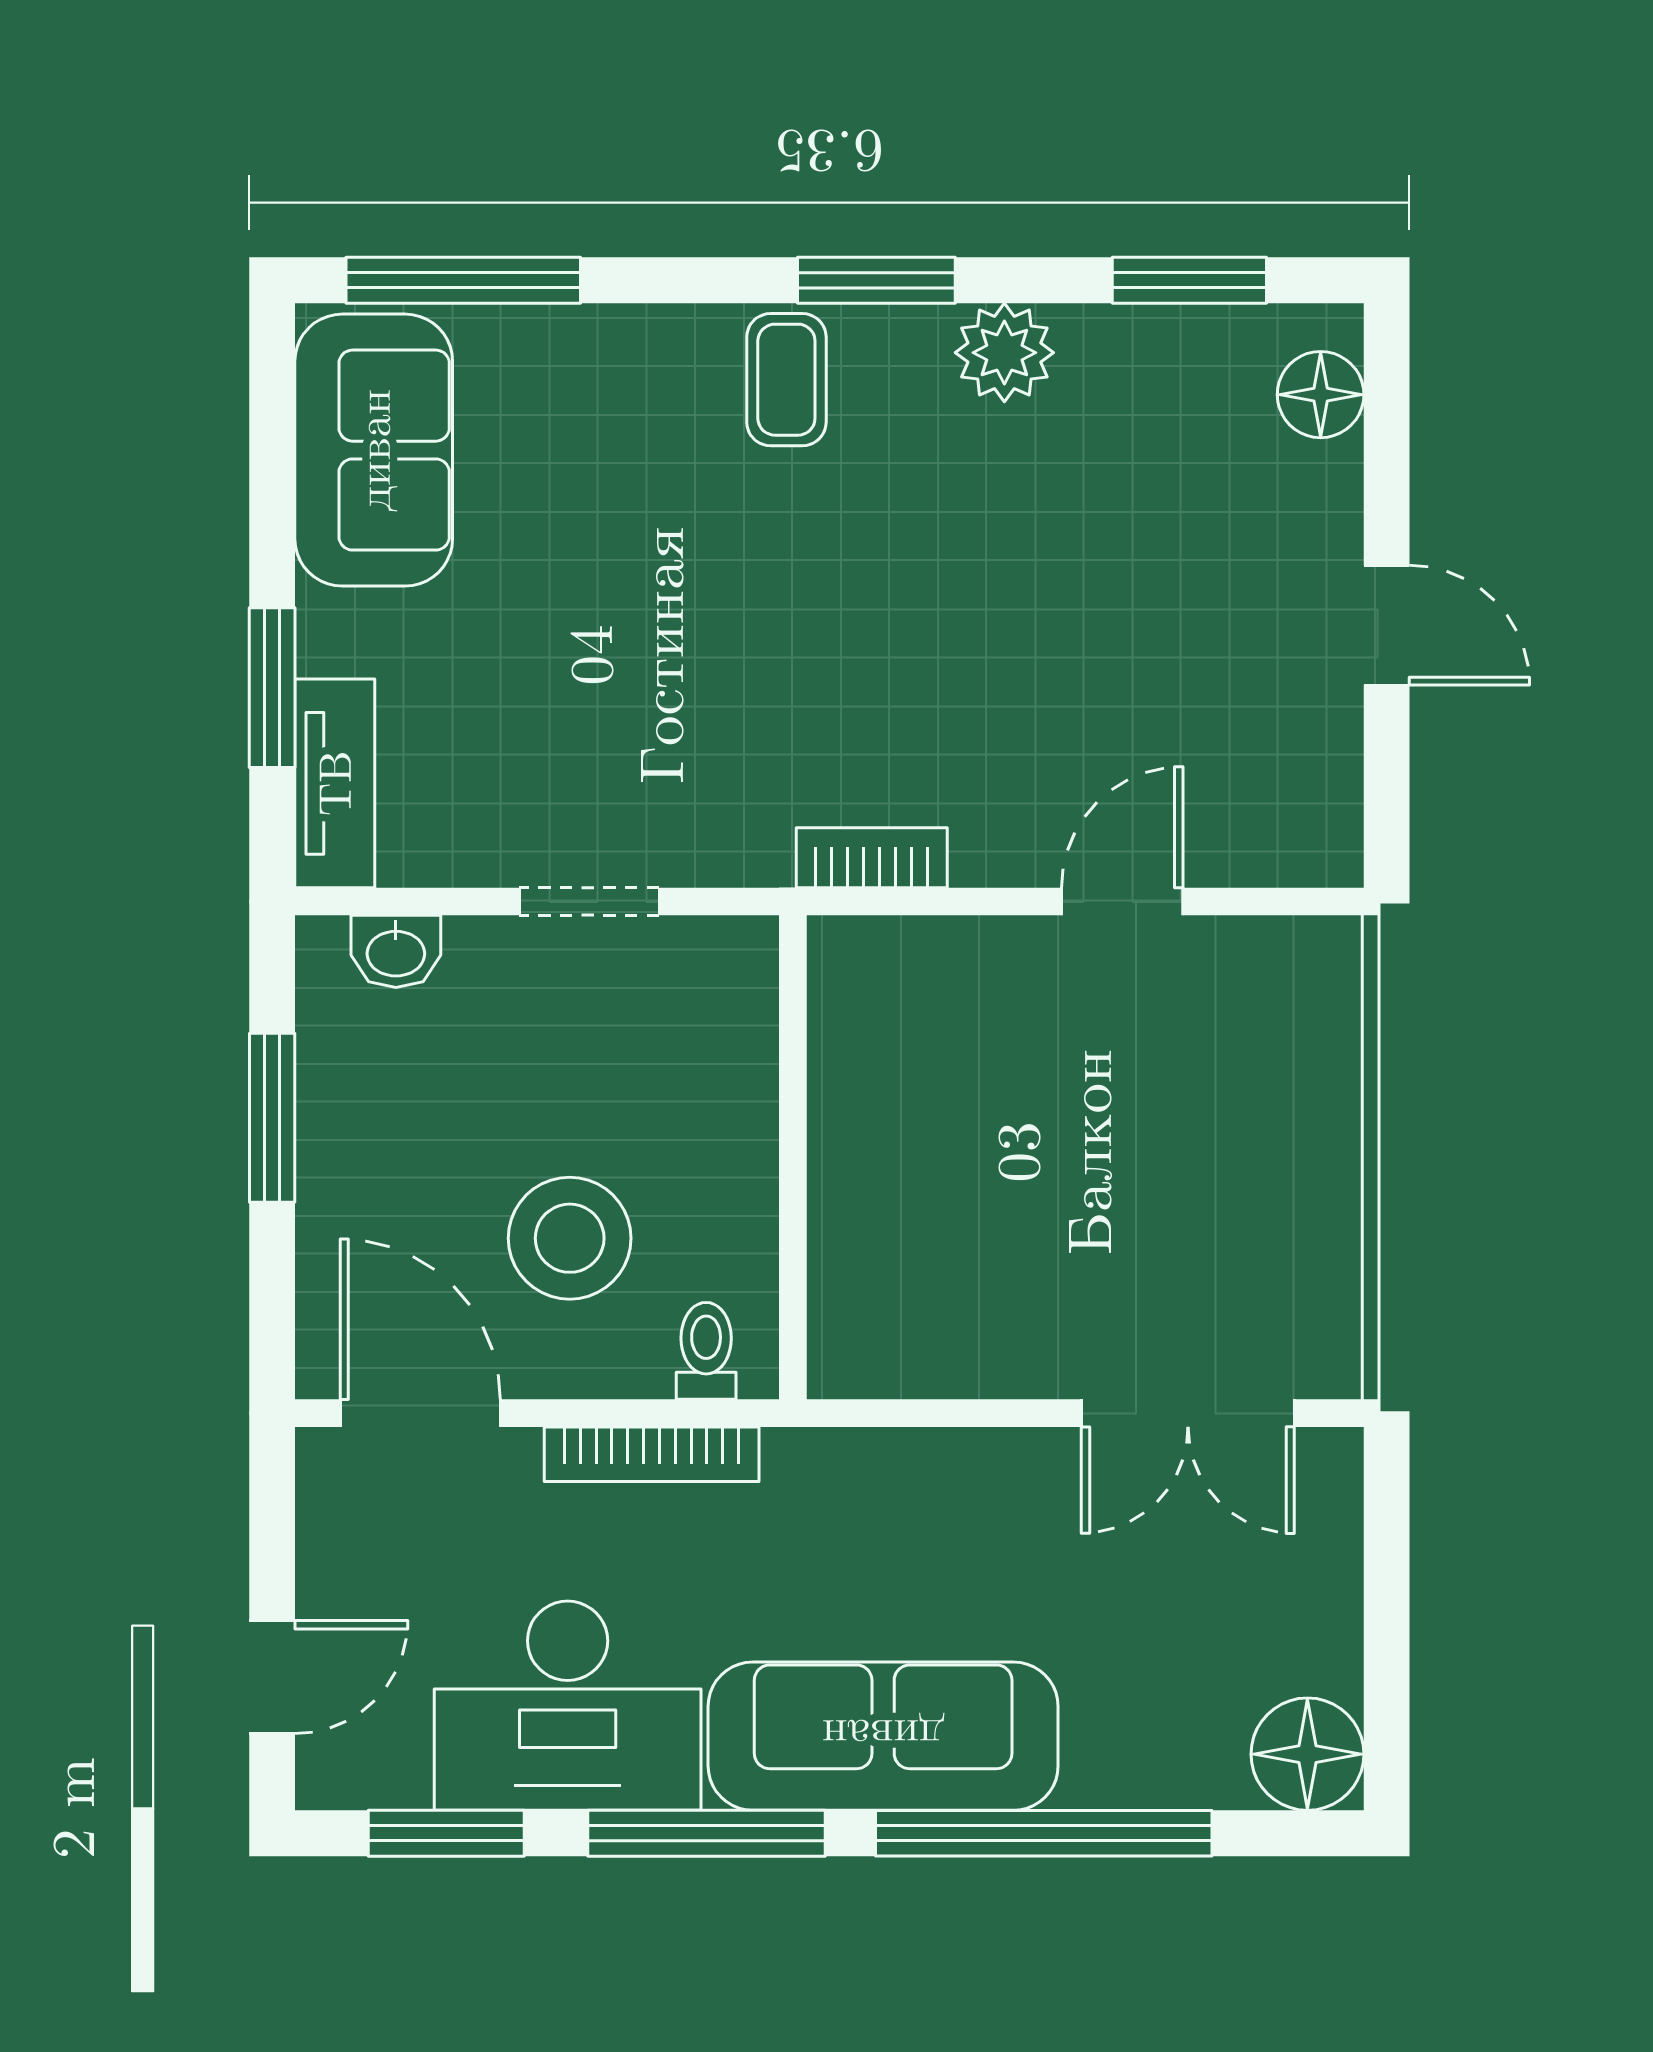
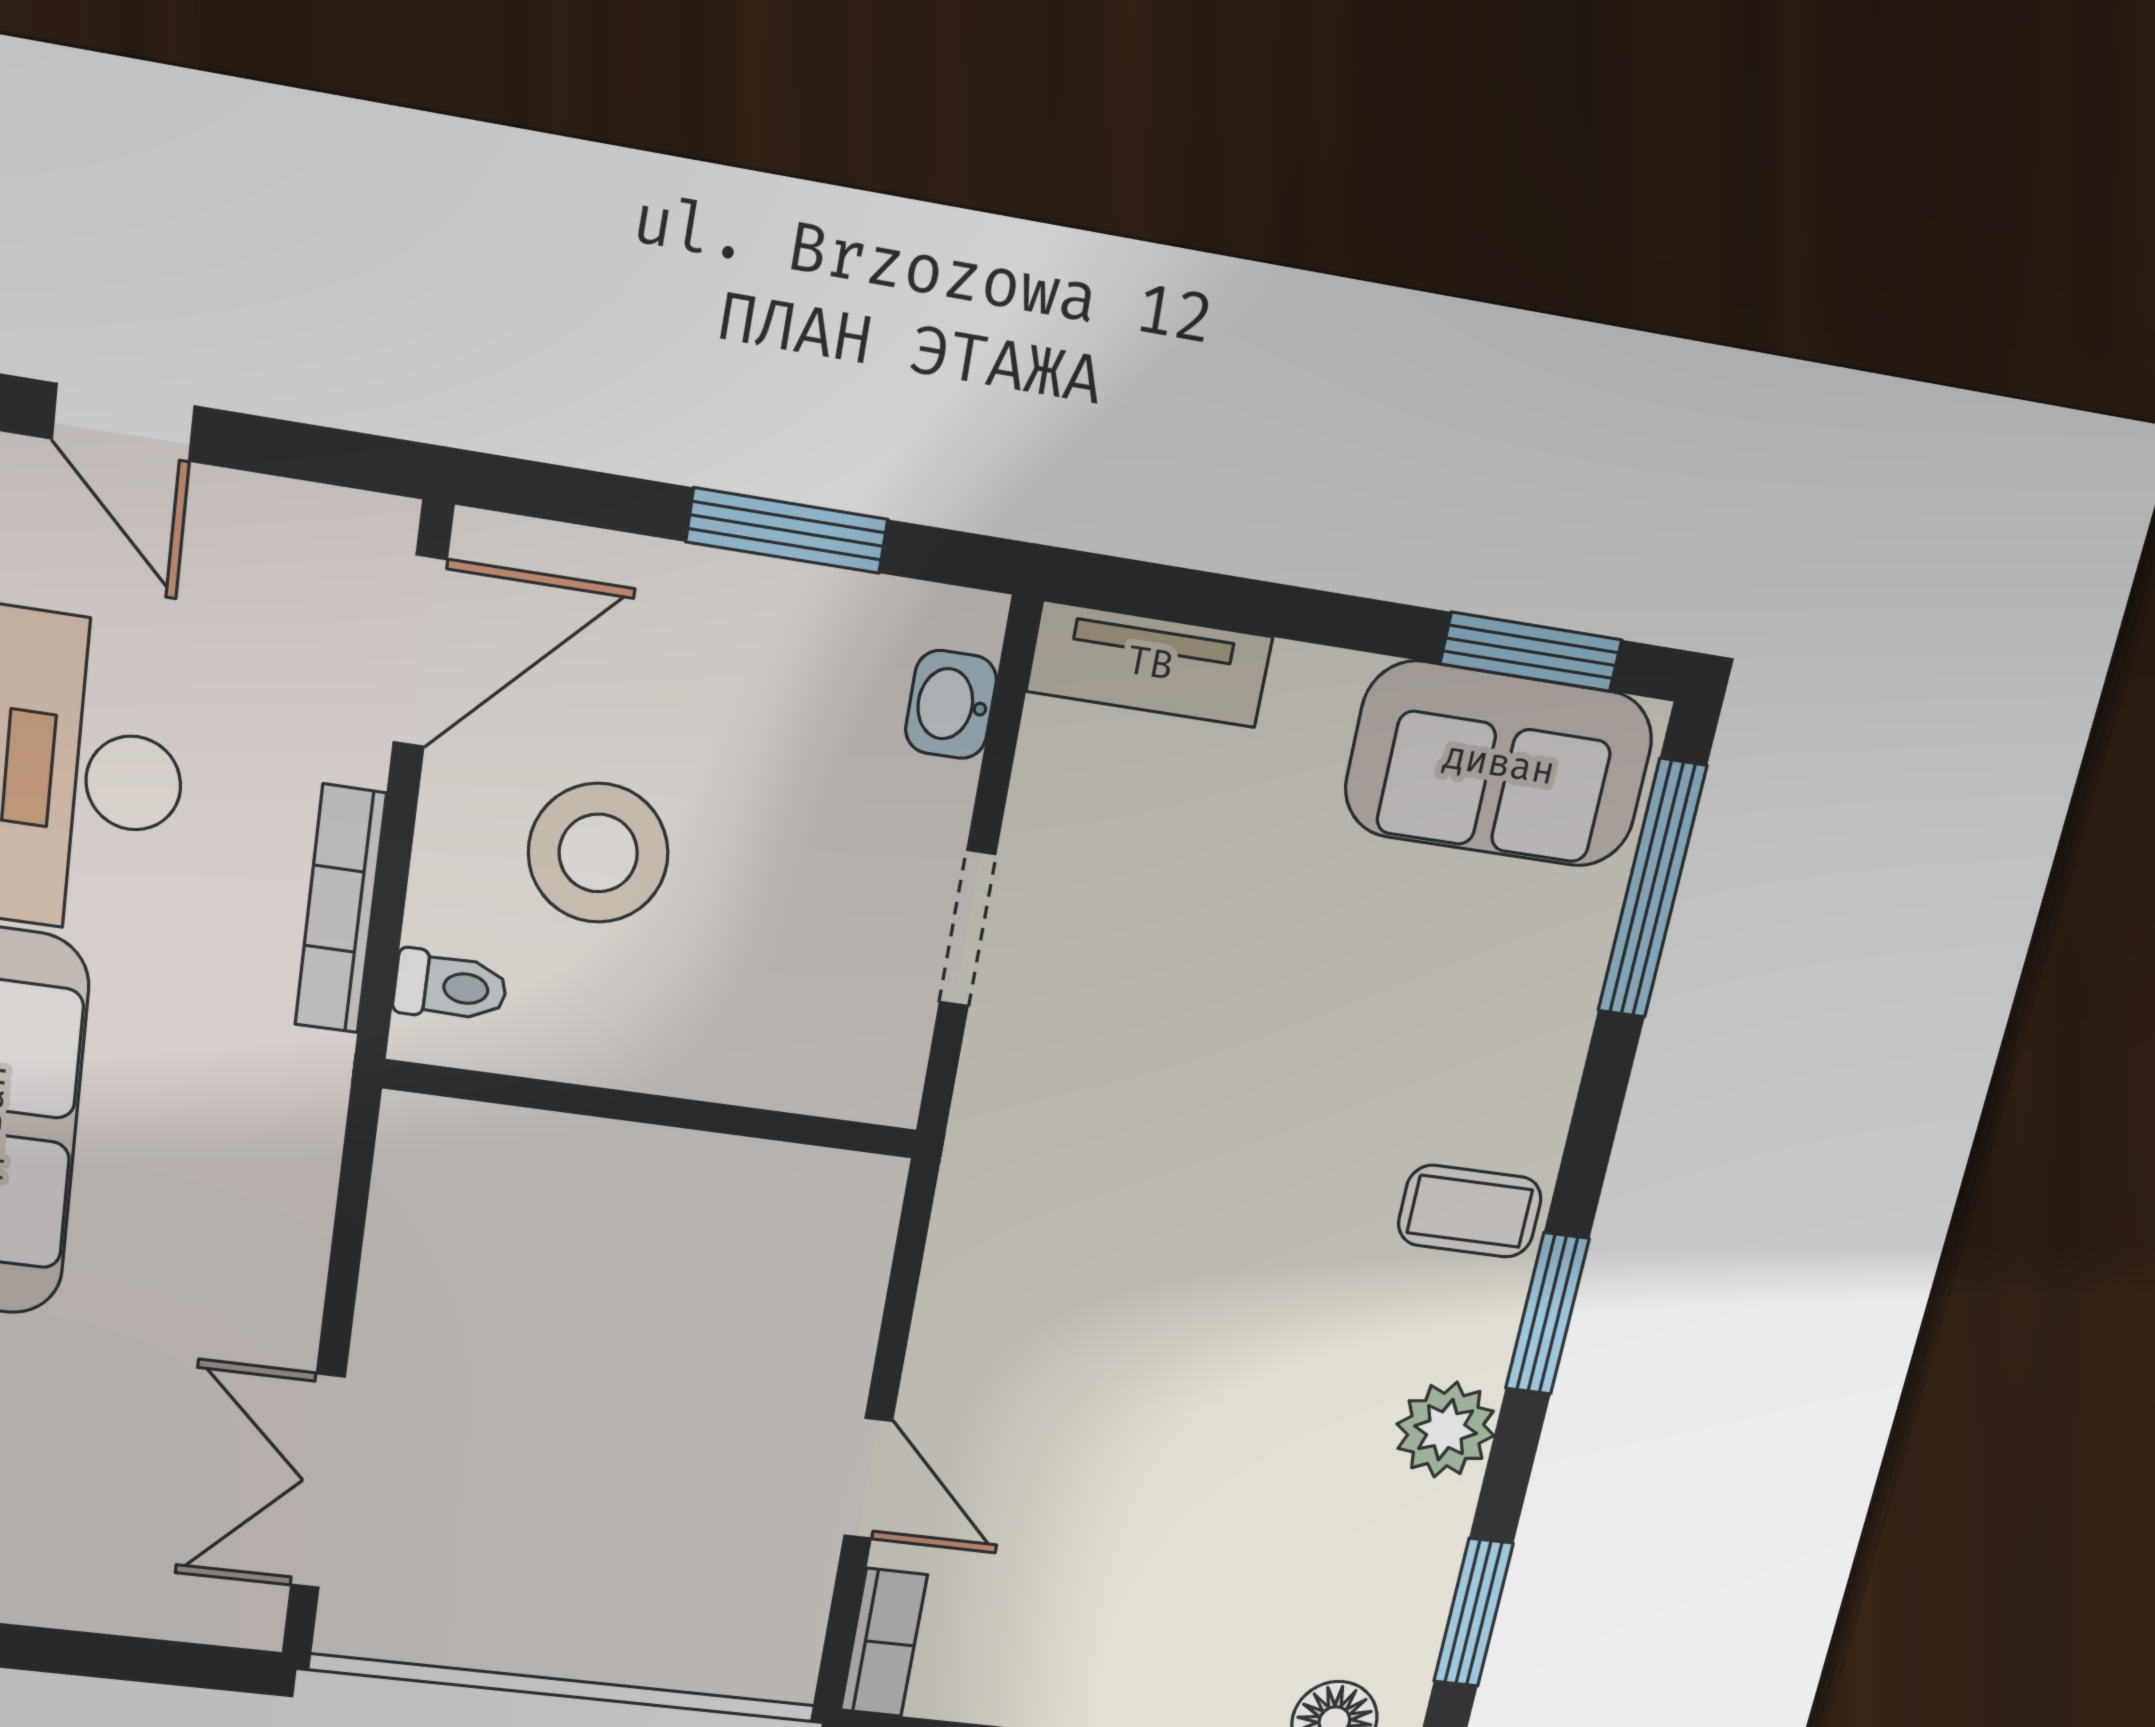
window: (272, 688) -> (1531, 652), moved
bookcase: (872, 858) -> (884, 1643), moved

